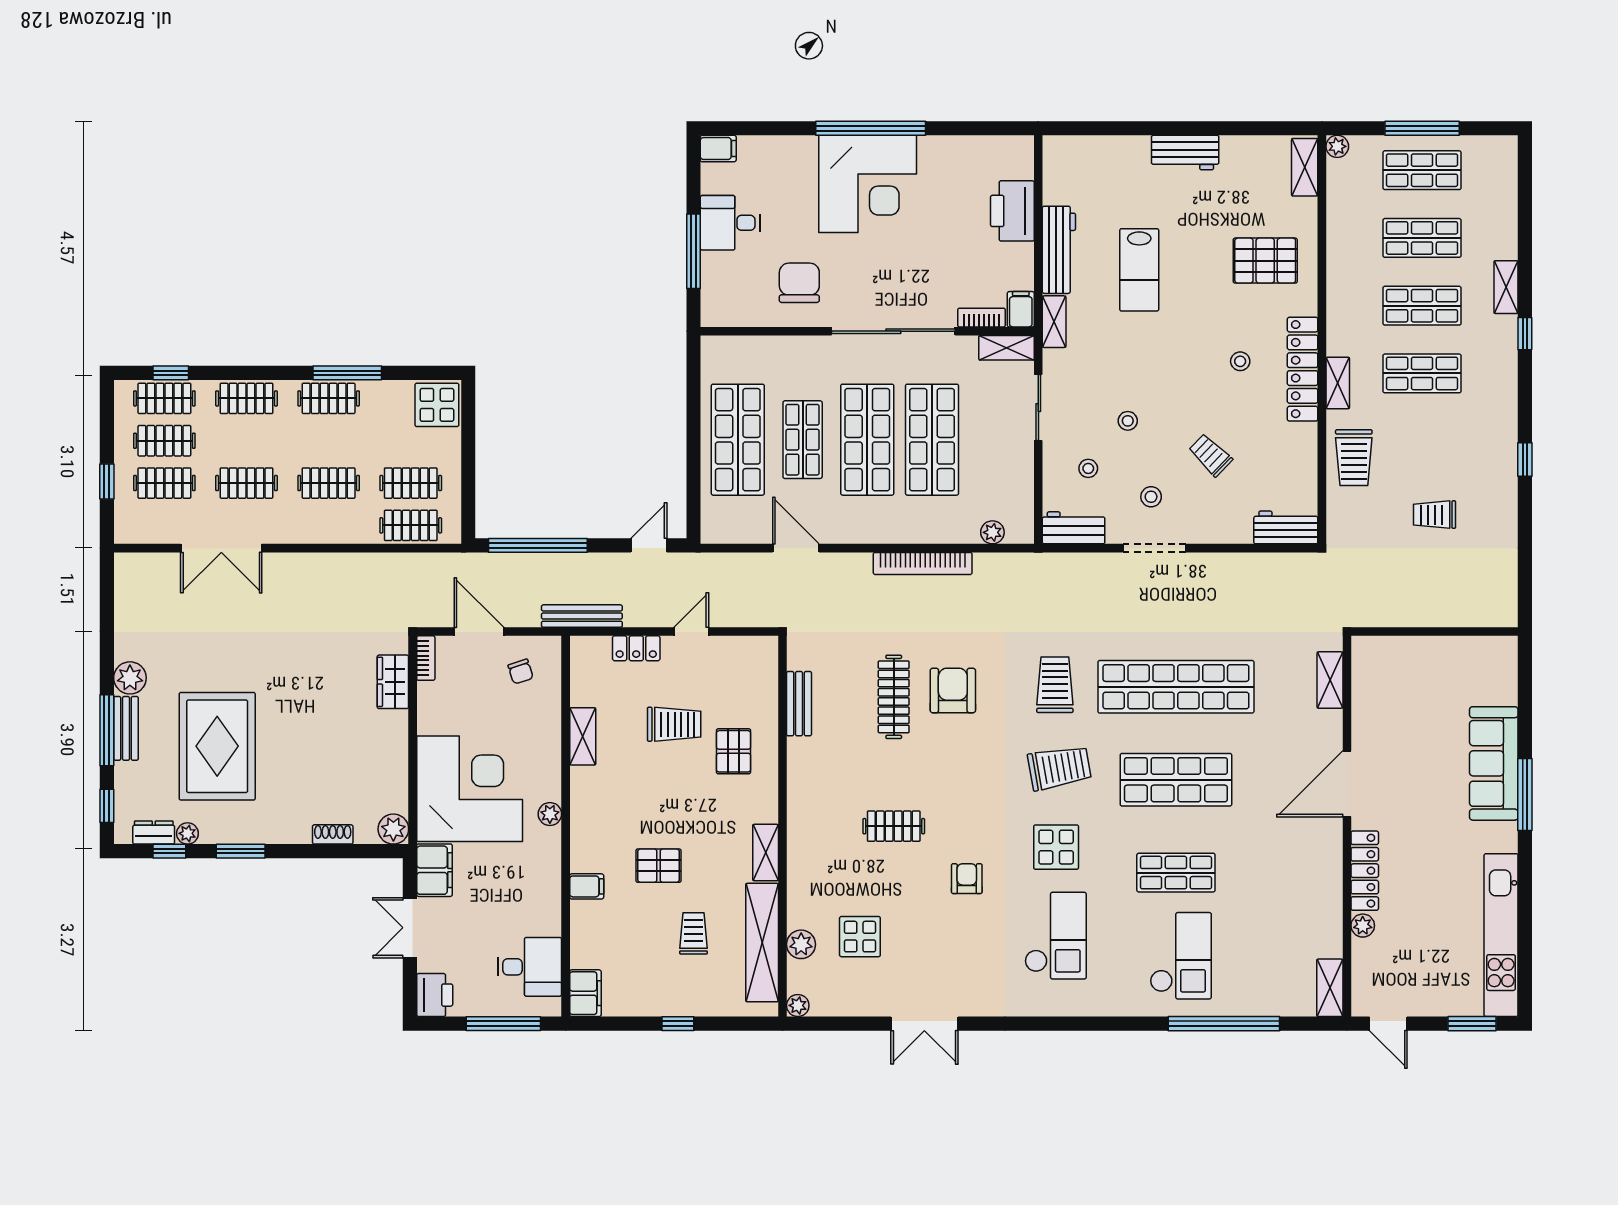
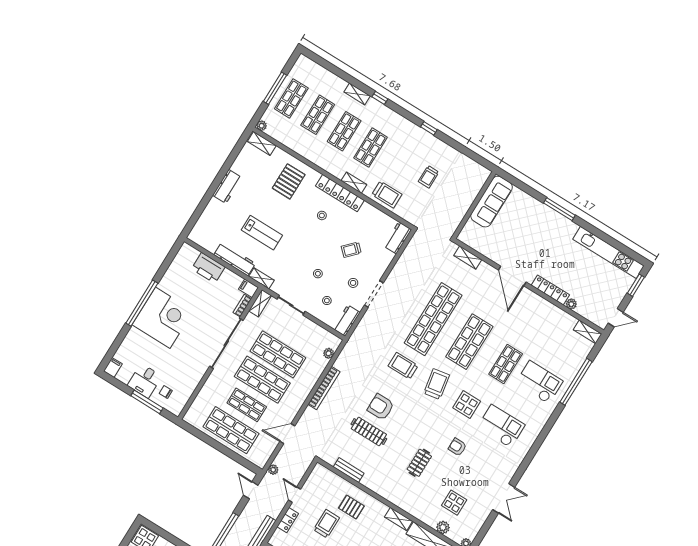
chair: (799, 283) -> (166, 392), moved, width x0.54, depth x0.54
plant: (713, 563) -> (273, 470), added
sofa: (1494, 763) -> (492, 202), moved, turned -90

